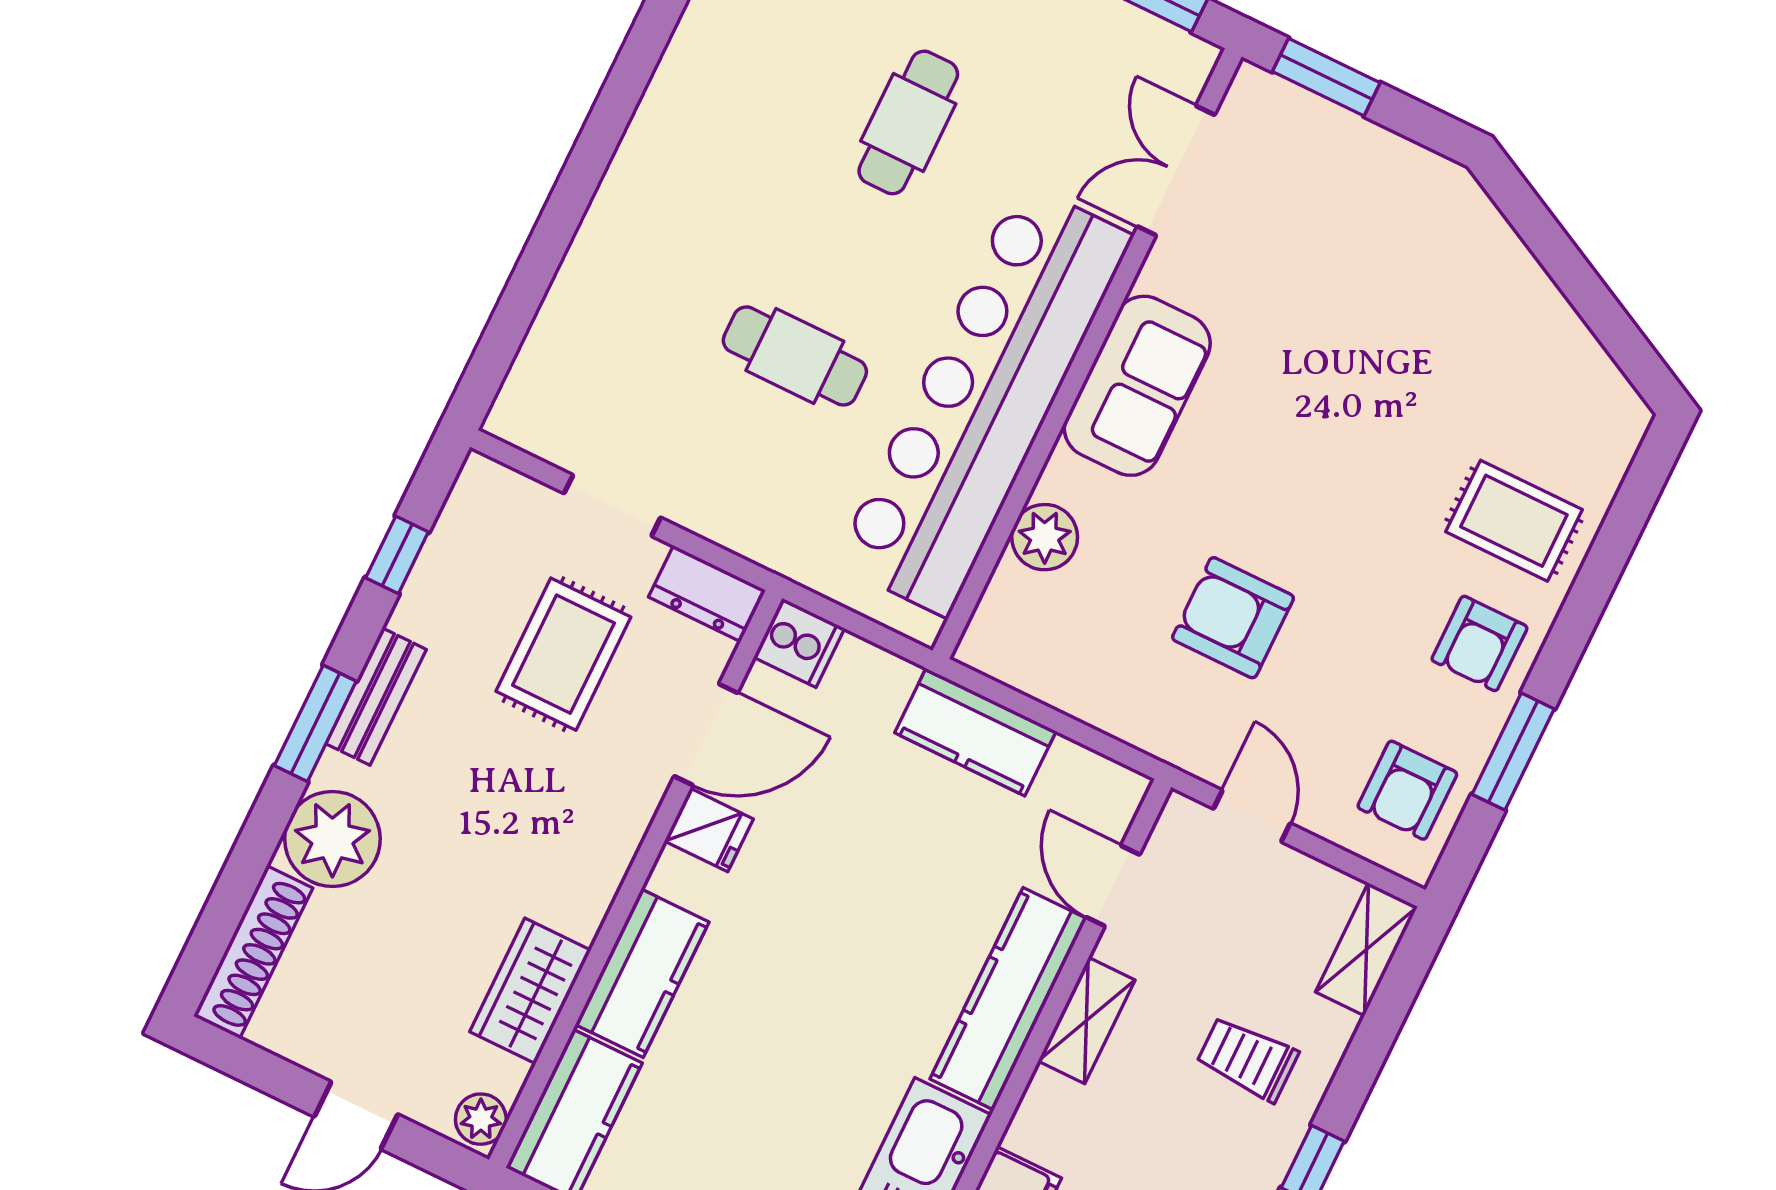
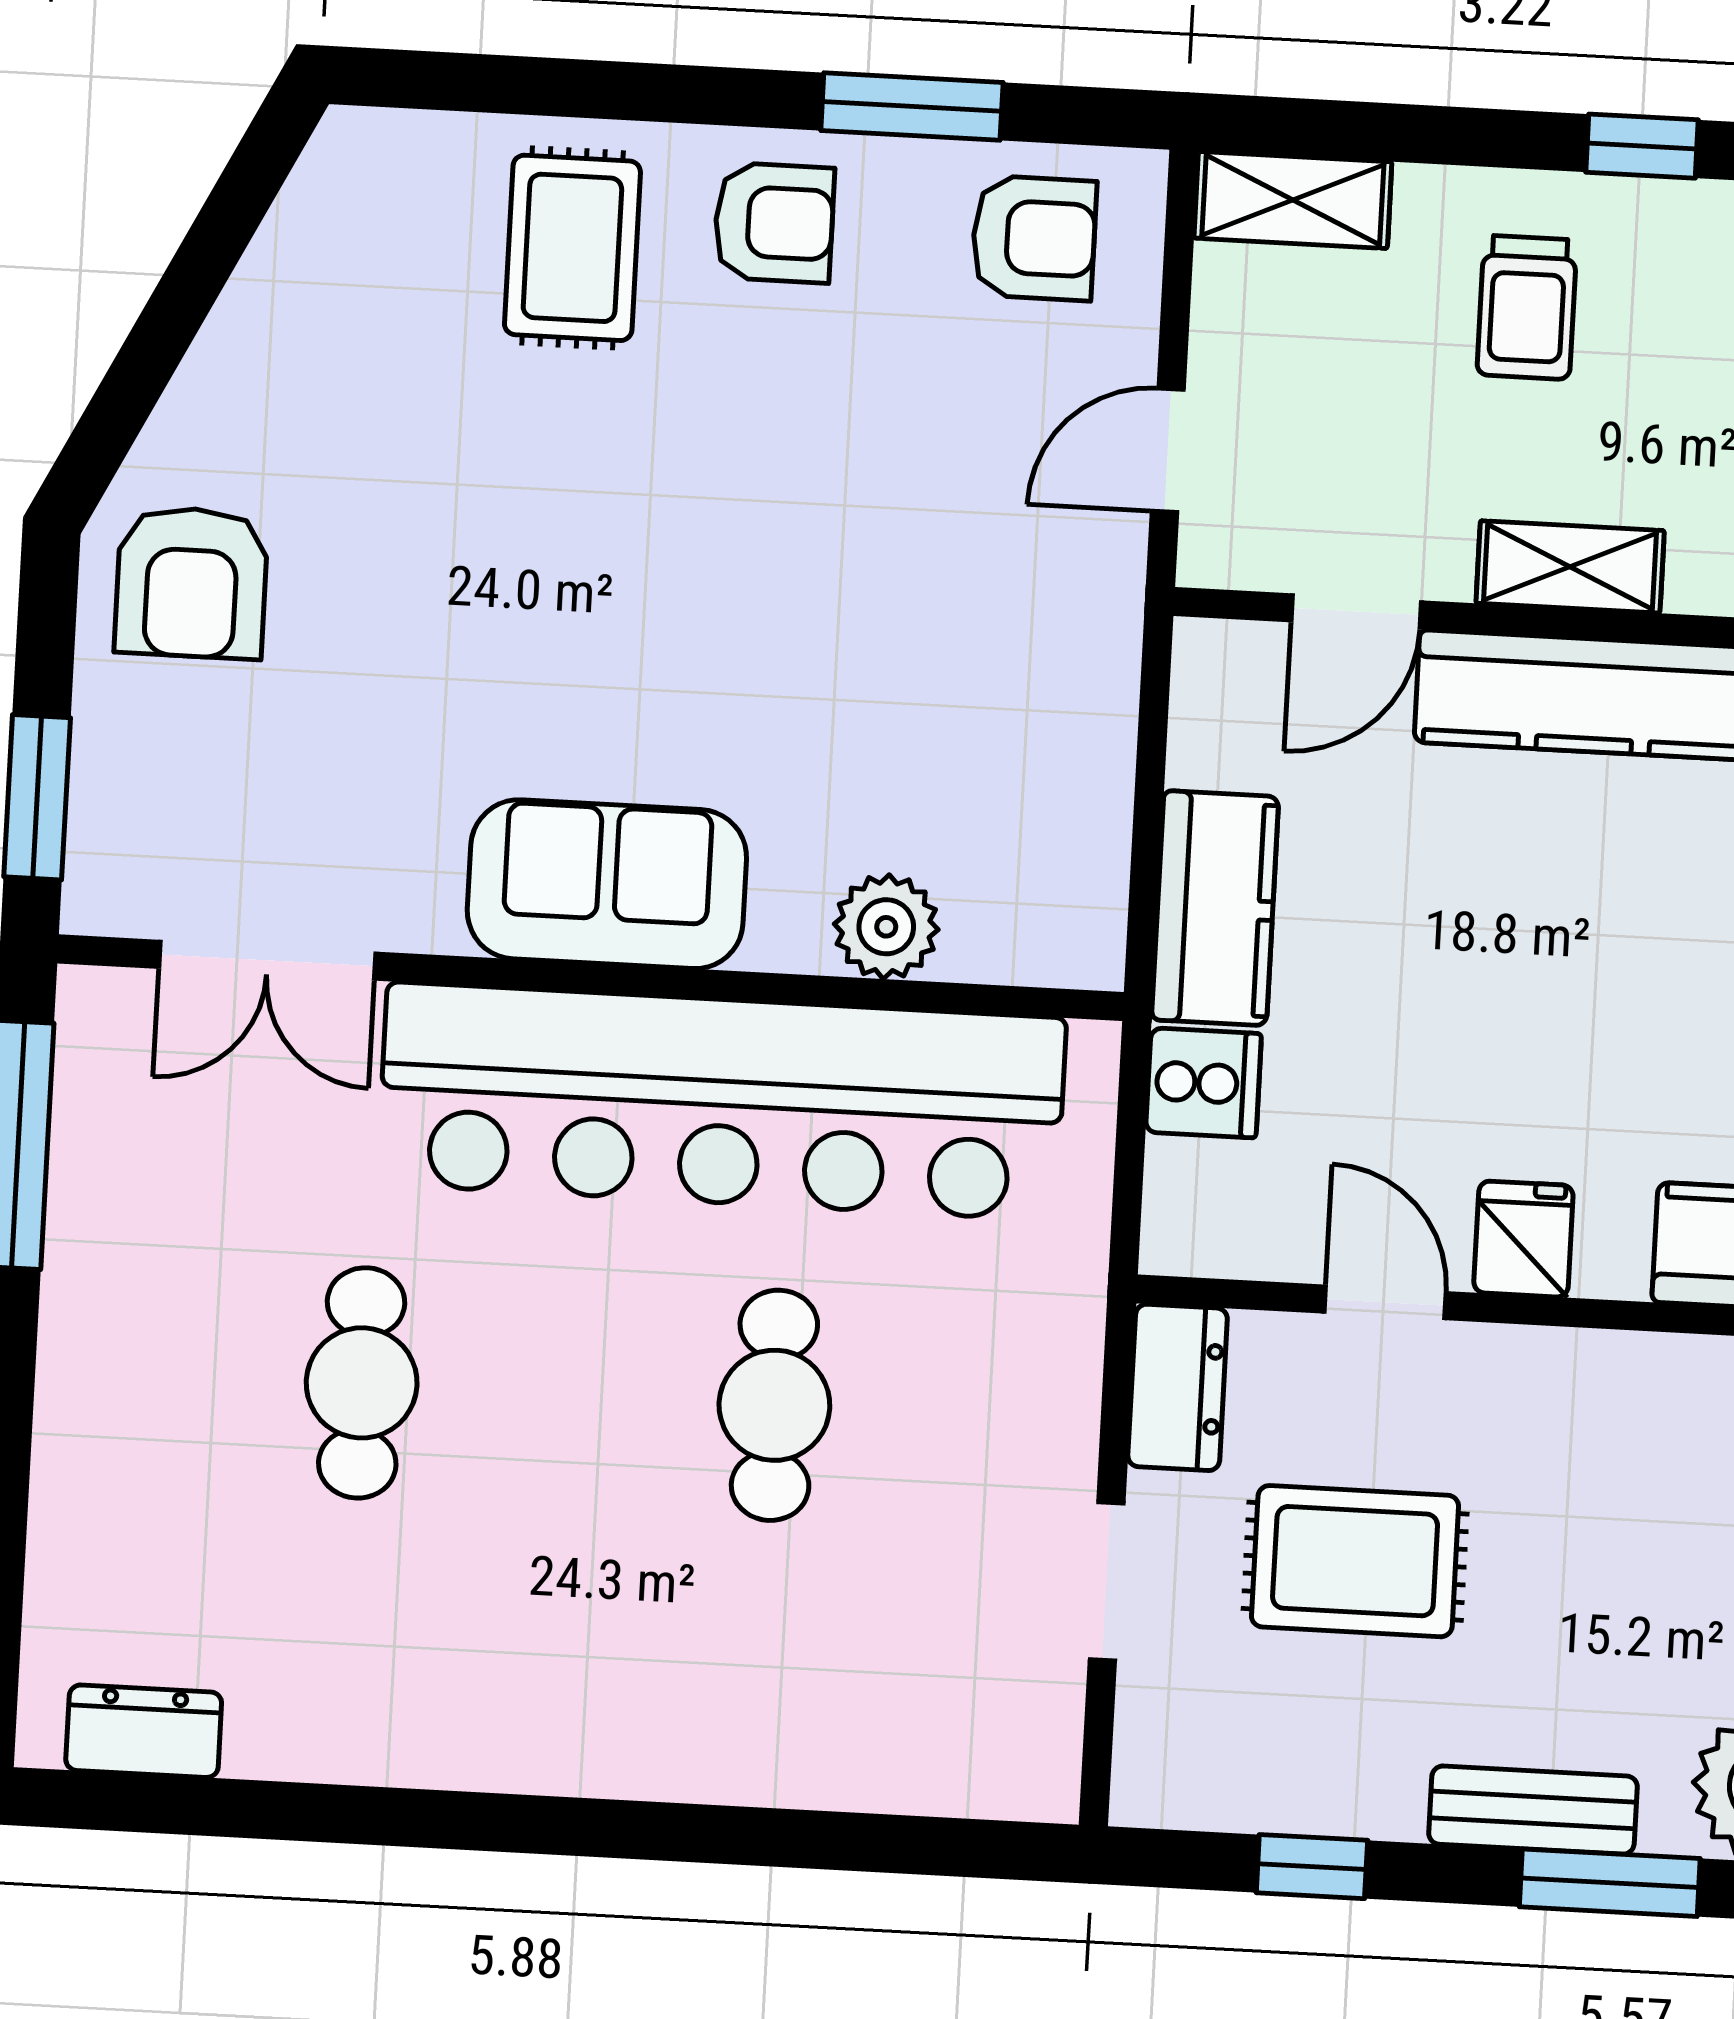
cafe table: (908, 122) -> (362, 1383), turned 90
armchair: (1233, 618) -> (191, 583), moved
cooker: (799, 643) -> (1203, 1083), moved, turned 90
door: (706, 735) -> (1385, 1302), width x0.73

